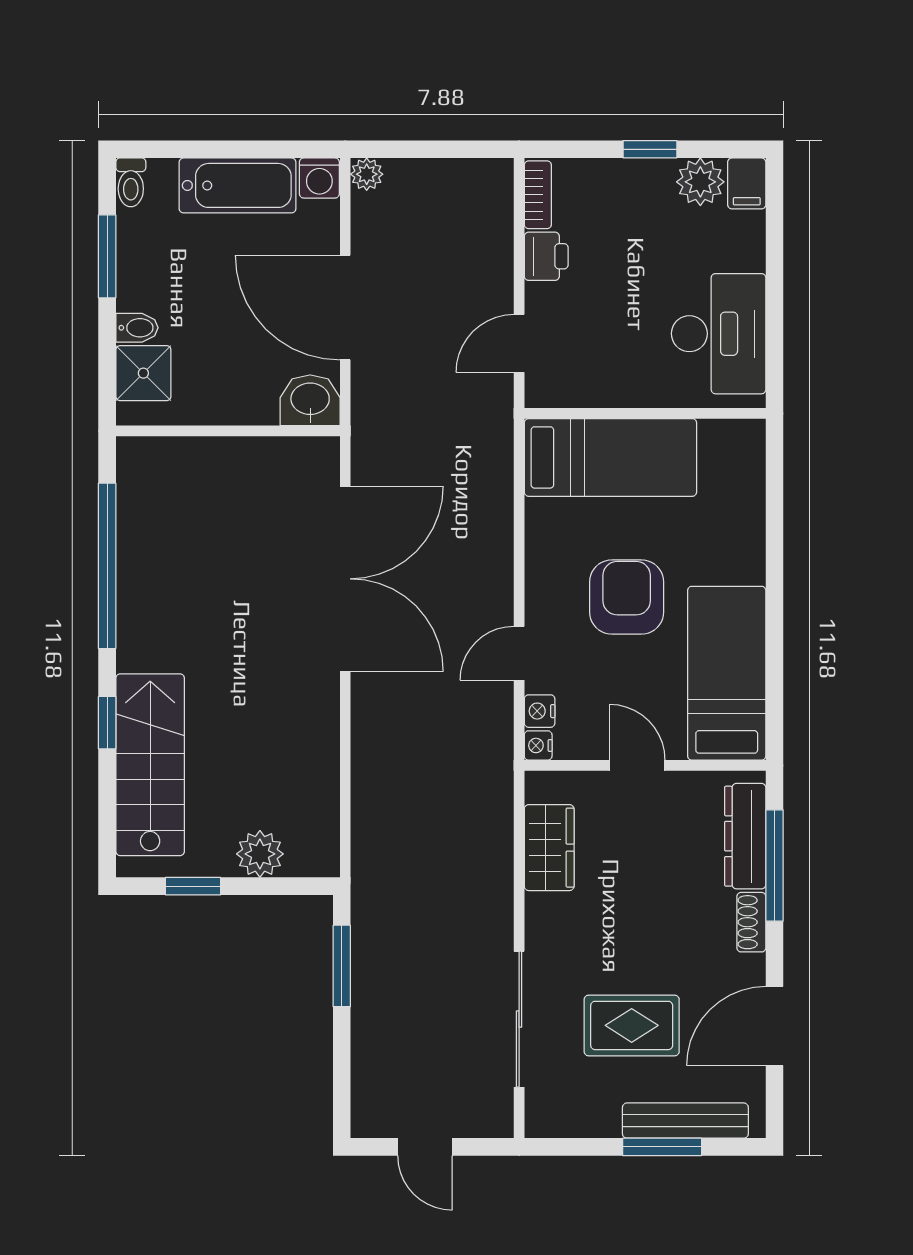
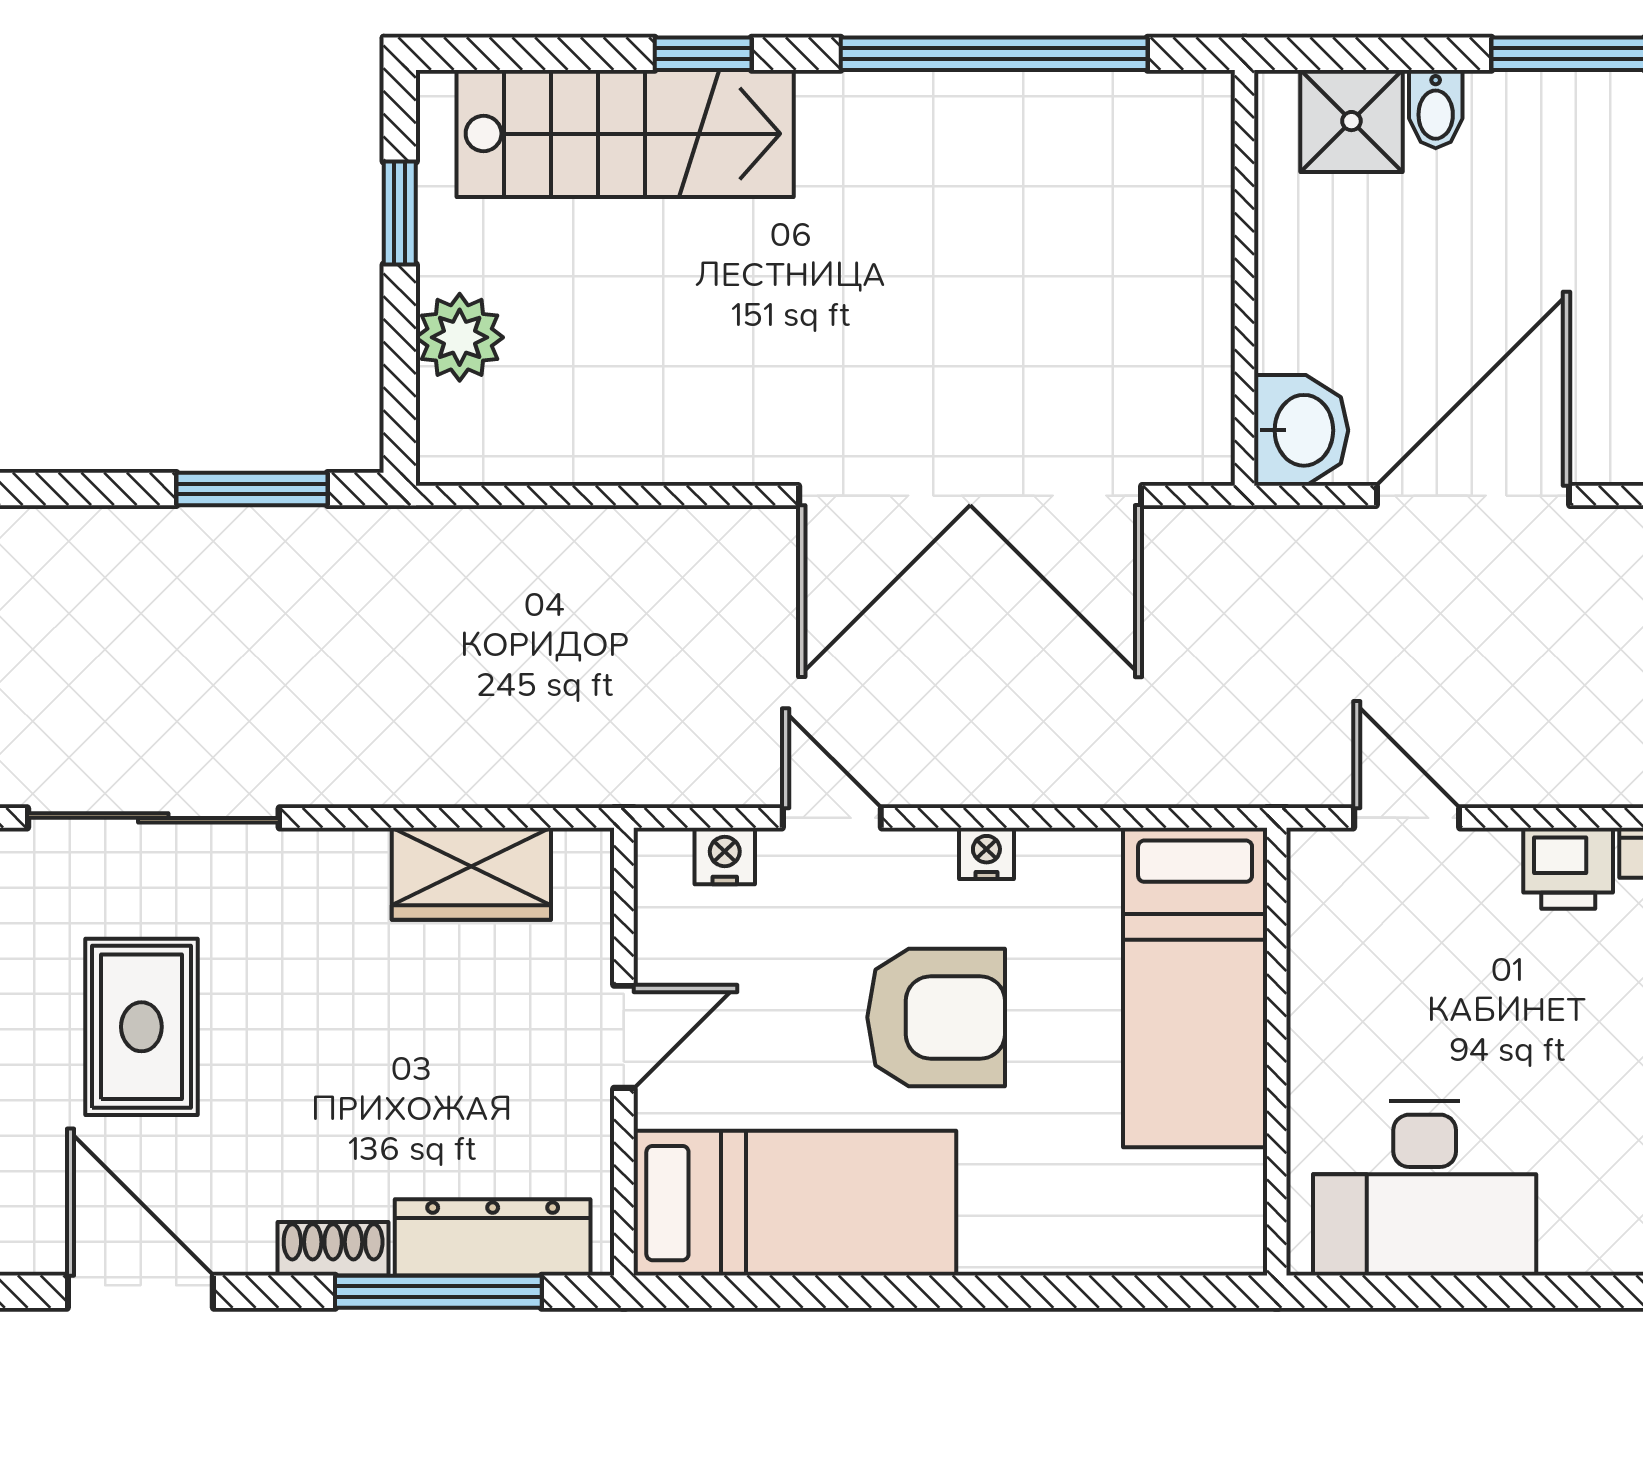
nightstand: (538, 745) -> (986, 853), moved

